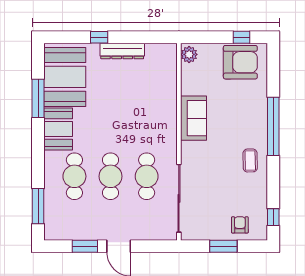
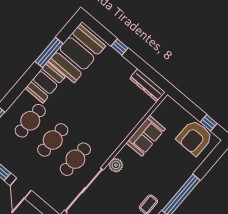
dresser: (122, 51) -> (147, 85), moved
plant: (189, 54) -> (116, 165), moved
armchair: (240, 62) -> (195, 138), turned 90
sofa: (194, 118) -> (146, 136), moved

